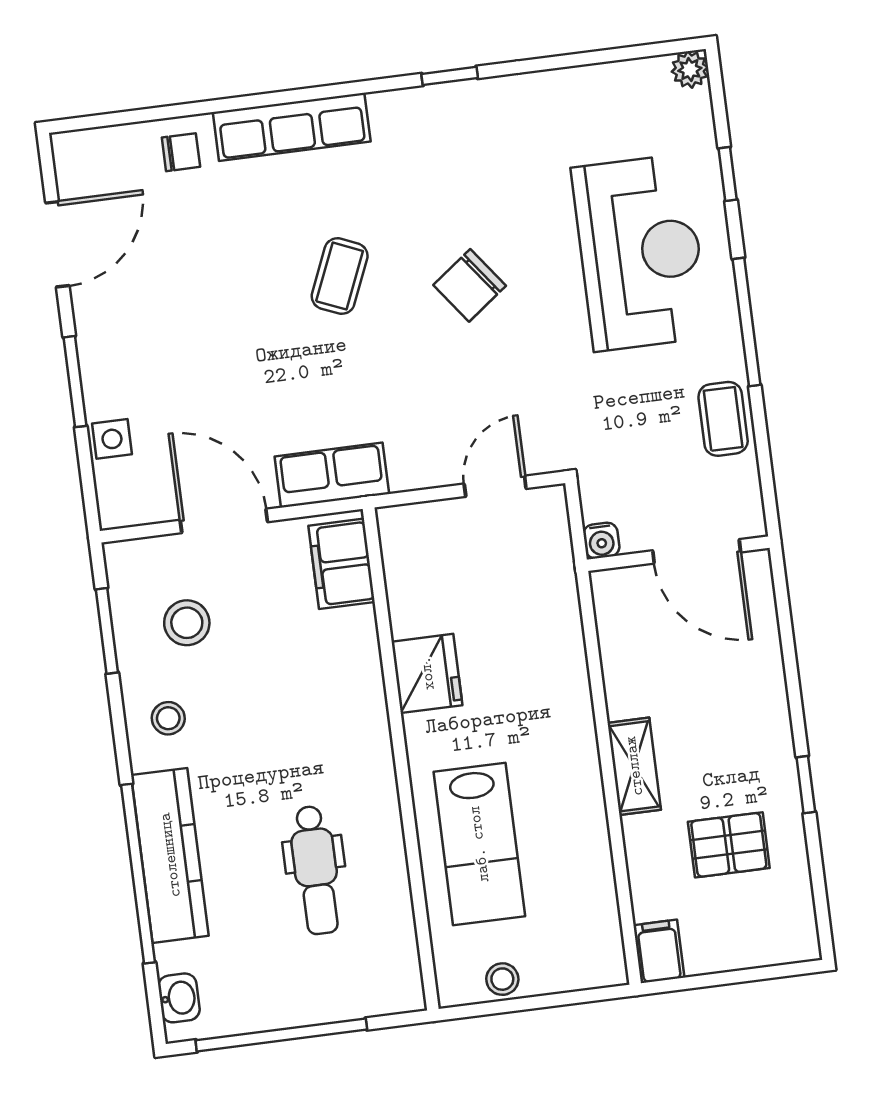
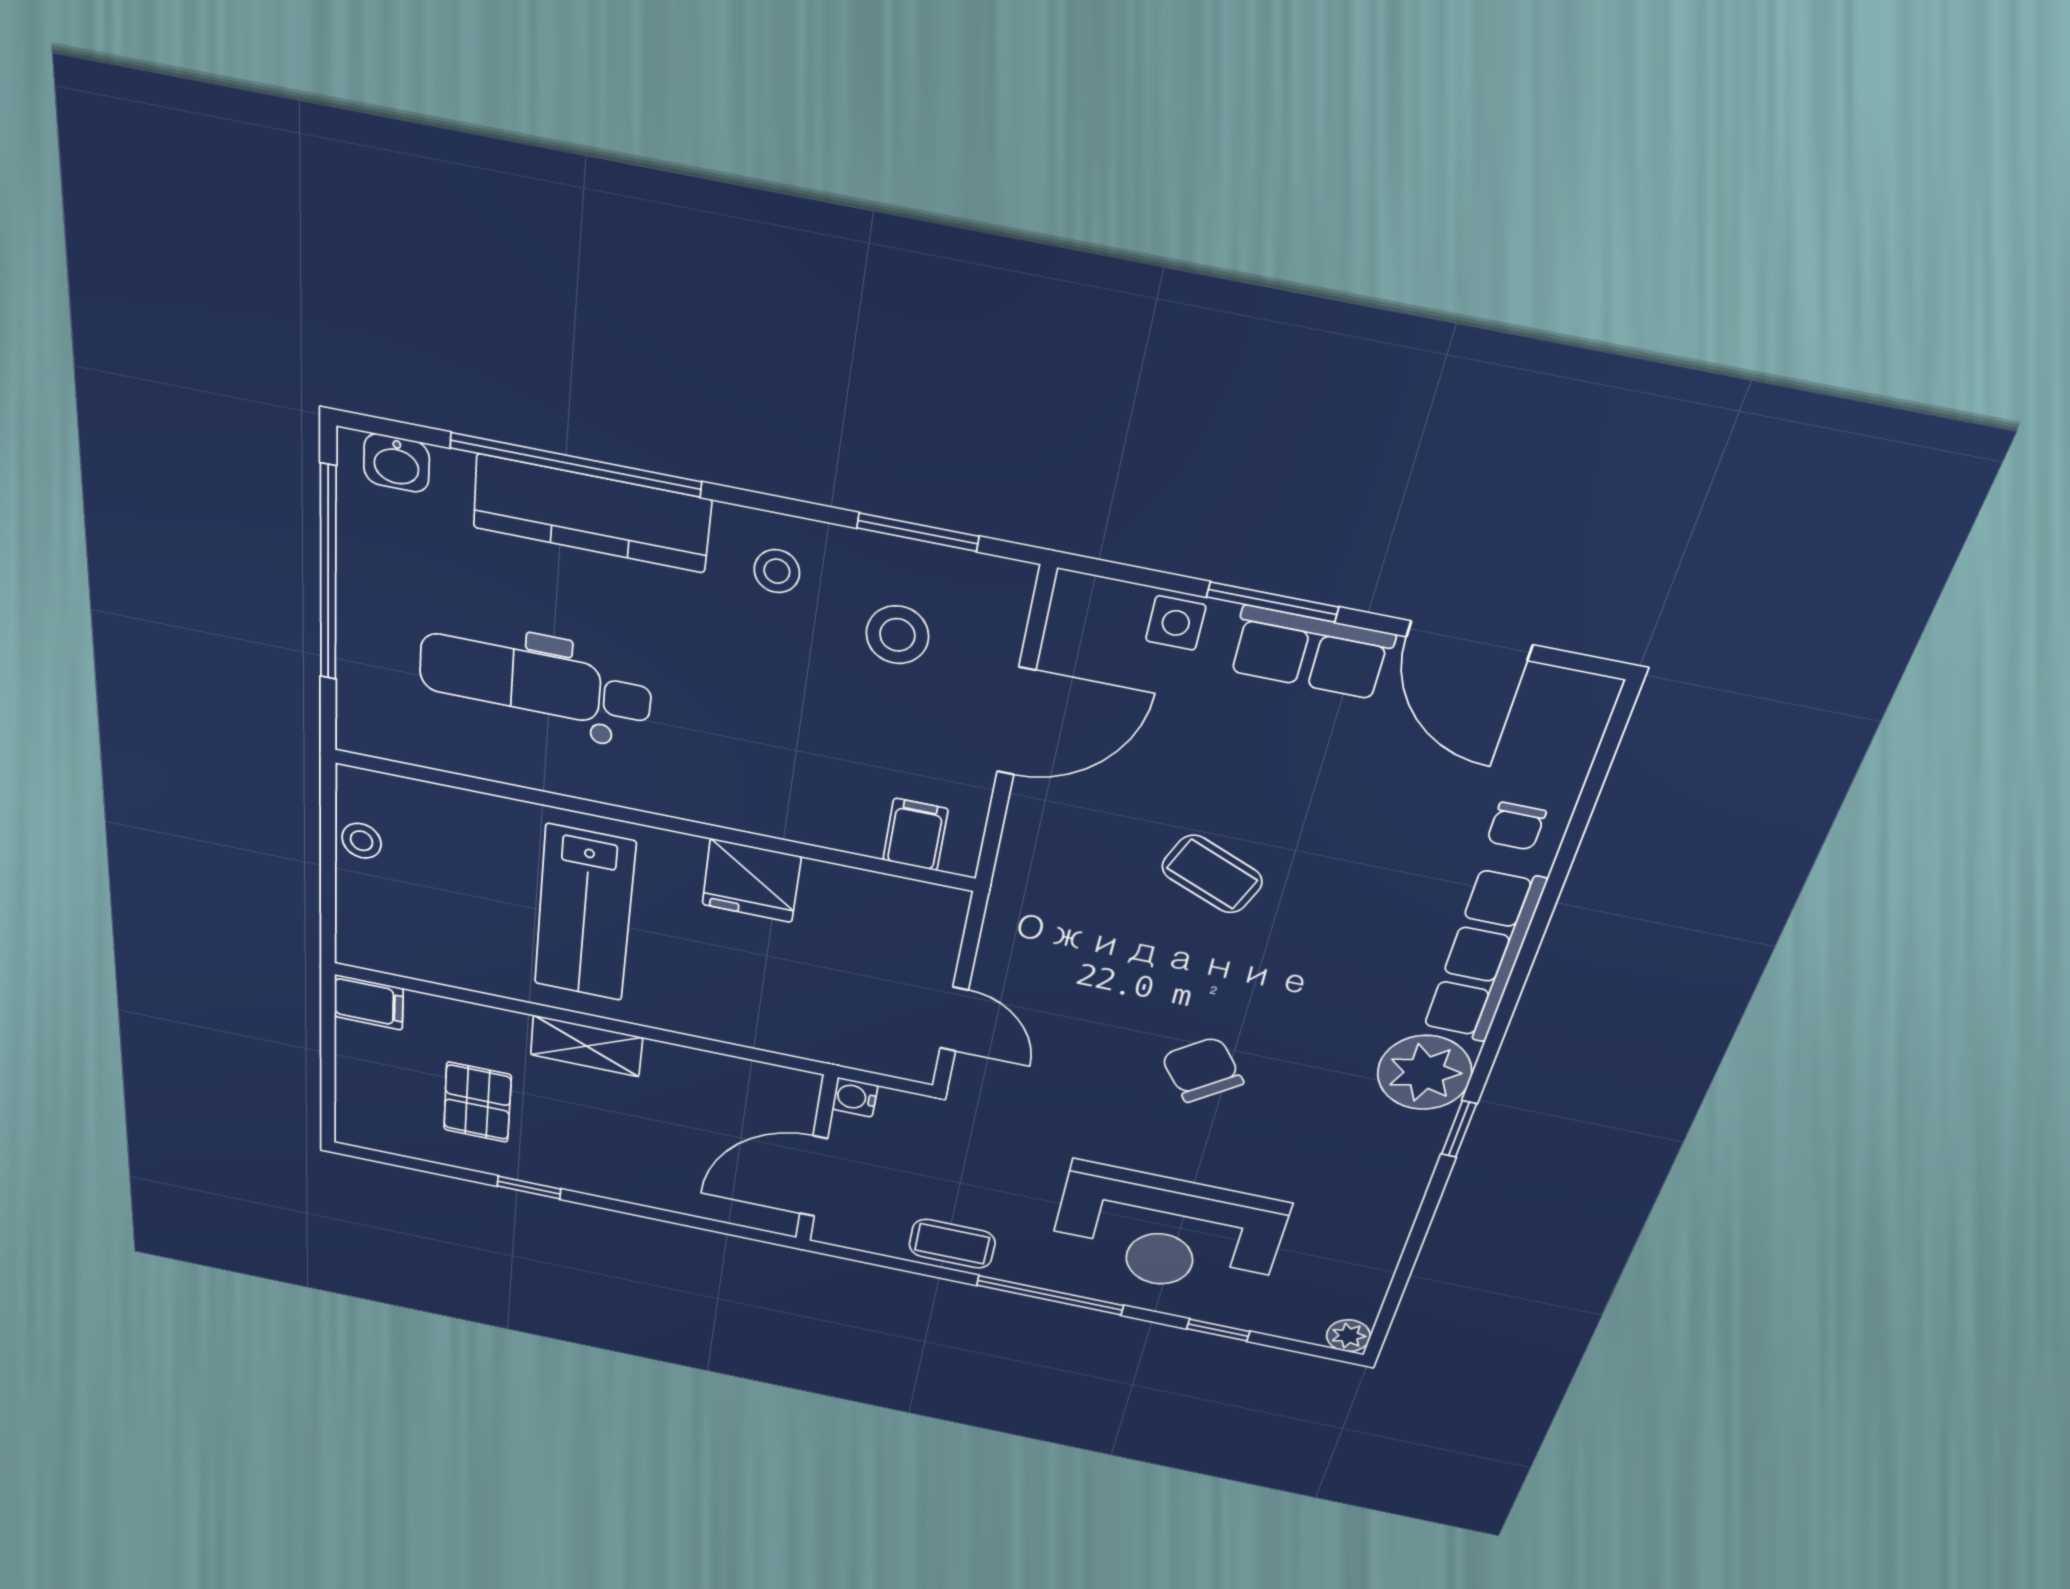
plant: (408, 123) -> (1425, 1073), added
coffee table: (340, 276) -> (1212, 874), moved
row of seats: (332, 475) -> (1311, 653), moved, turned 90
filing cabinet: (342, 564) -> (915, 835), width x0.50
lab bench: (479, 844) -> (584, 914), moved, turned -90
dental chair: (316, 870) -> (535, 682), width x1.36, depth x1.38

